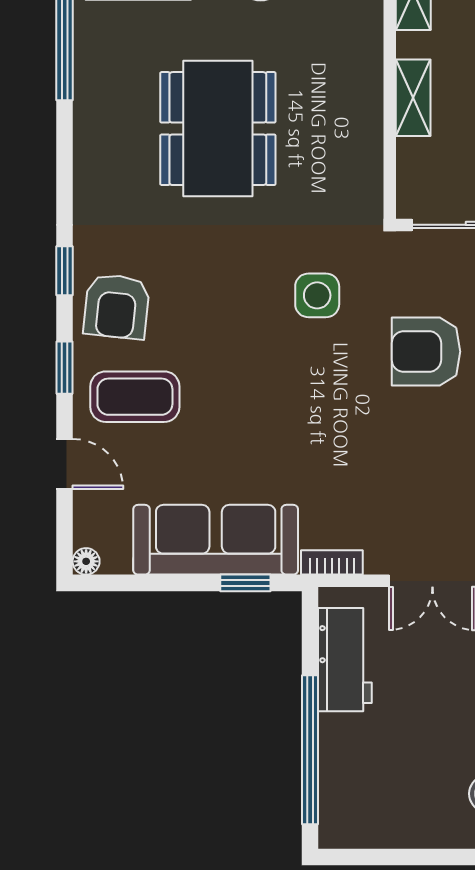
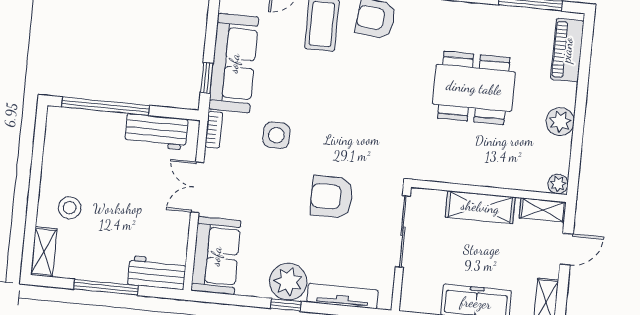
shelving: (413, 98) -> (480, 207), width x1.50, depth x1.33
side table: (317, 295) -> (276, 135), moved
armchair: (426, 352) -> (332, 197), turned -90

